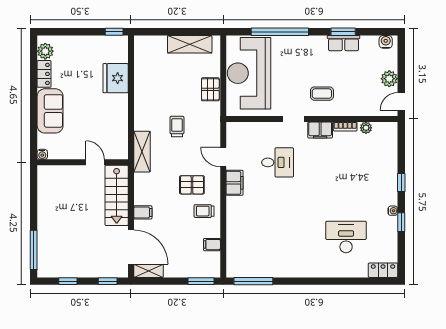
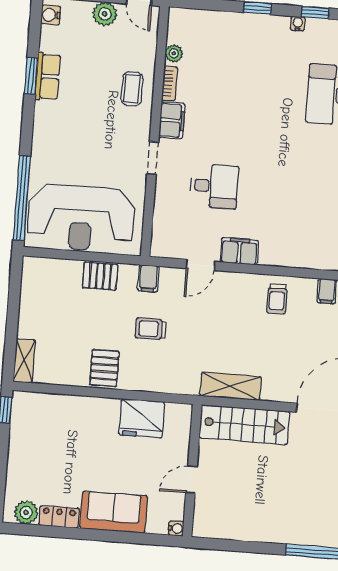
window: (280, 32) -> (22, 198), moved
shelving: (190, 44) -> (24, 361), moved, width x0.67, depth x0.75
fridge: (116, 78) -> (142, 418), moved
coffee table: (322, 94) -> (132, 89), moved
shelving: (142, 152) -> (231, 386), moved
door: (95, 162) -> (191, 480), moved
desk: (278, 162) -> (214, 186), turned 90
pallet: (192, 185) -> (104, 368), moved
filing cabinet: (143, 212) -> (148, 278), moved, turned 180

